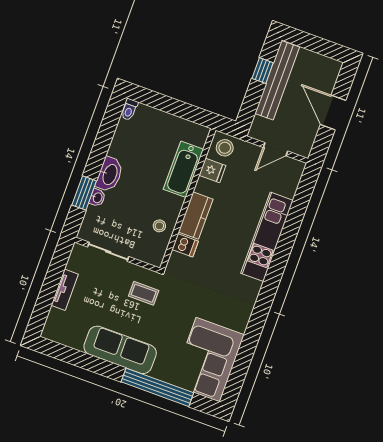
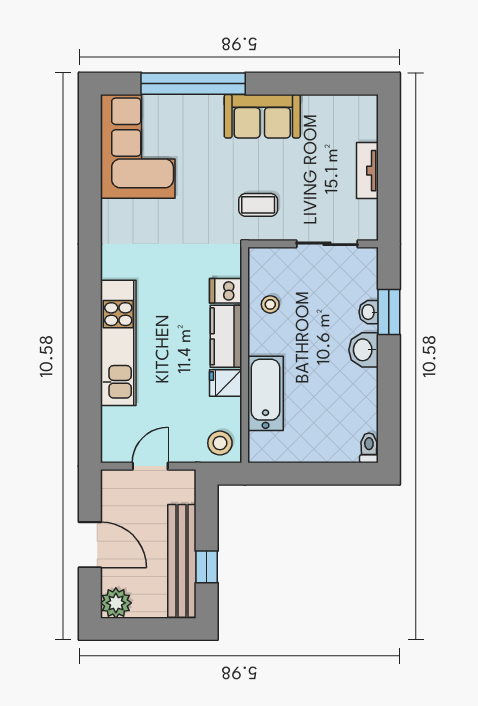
plant: (330, 69) -> (116, 603), added
fridge: (212, 170) -> (226, 383), moved
washbasin: (110, 174) -> (364, 350), width x0.72
sofa: (120, 350) -> (262, 116), width x0.73

